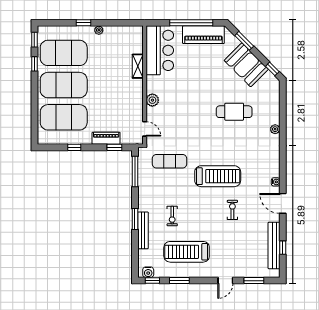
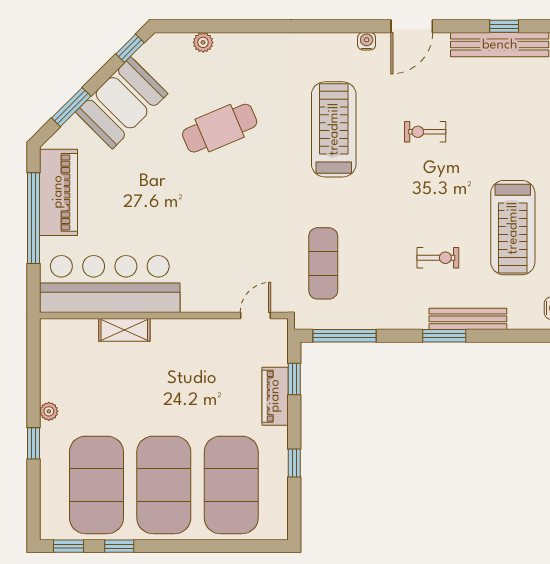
bar counter: (160, 50) -> (110, 284), width x1.36
plant: (152, 100) -> (195, 299), removed
cafe table: (234, 112) -> (220, 128), turned 67
plant: (275, 129) -> (203, 42), moved
treadmill: (218, 176) -> (334, 129), moved

